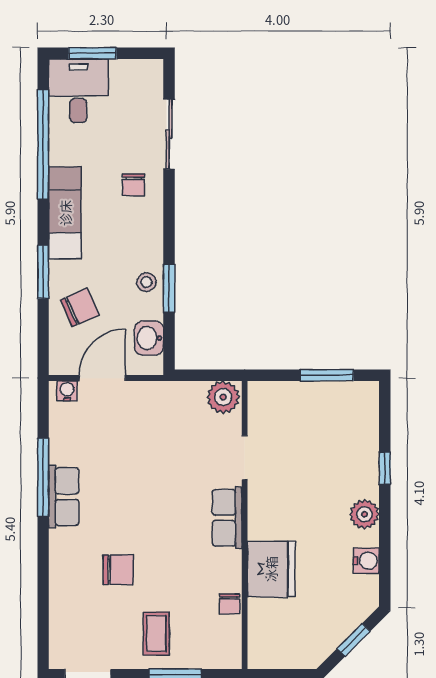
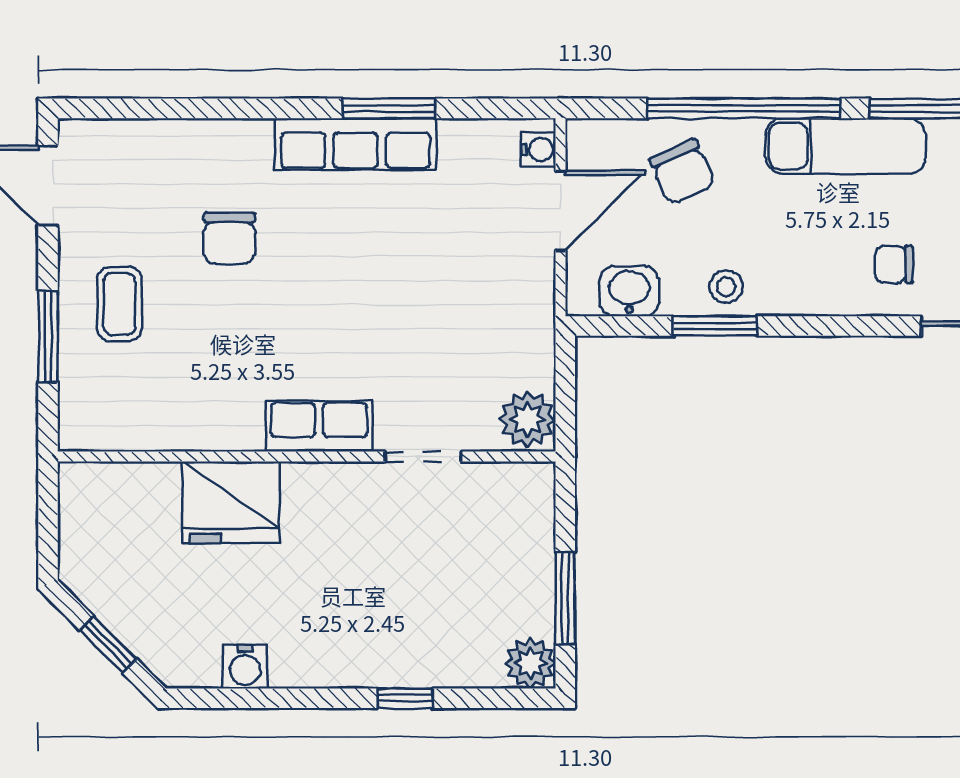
window: (43, 272) -> (744, 108), width x2.11
door: (102, 378) -> (560, 211), hinge flipped
window: (43, 477) -> (389, 108), width x0.69
row of seats: (64, 497) -> (356, 144), width x1.48
plant: (364, 514) -> (530, 663), moved
chair: (230, 604) -> (170, 430), removed
coffee table: (156, 633) -> (119, 304), turned 90

